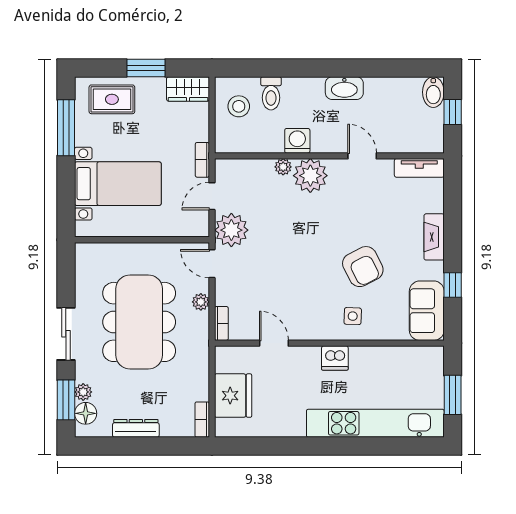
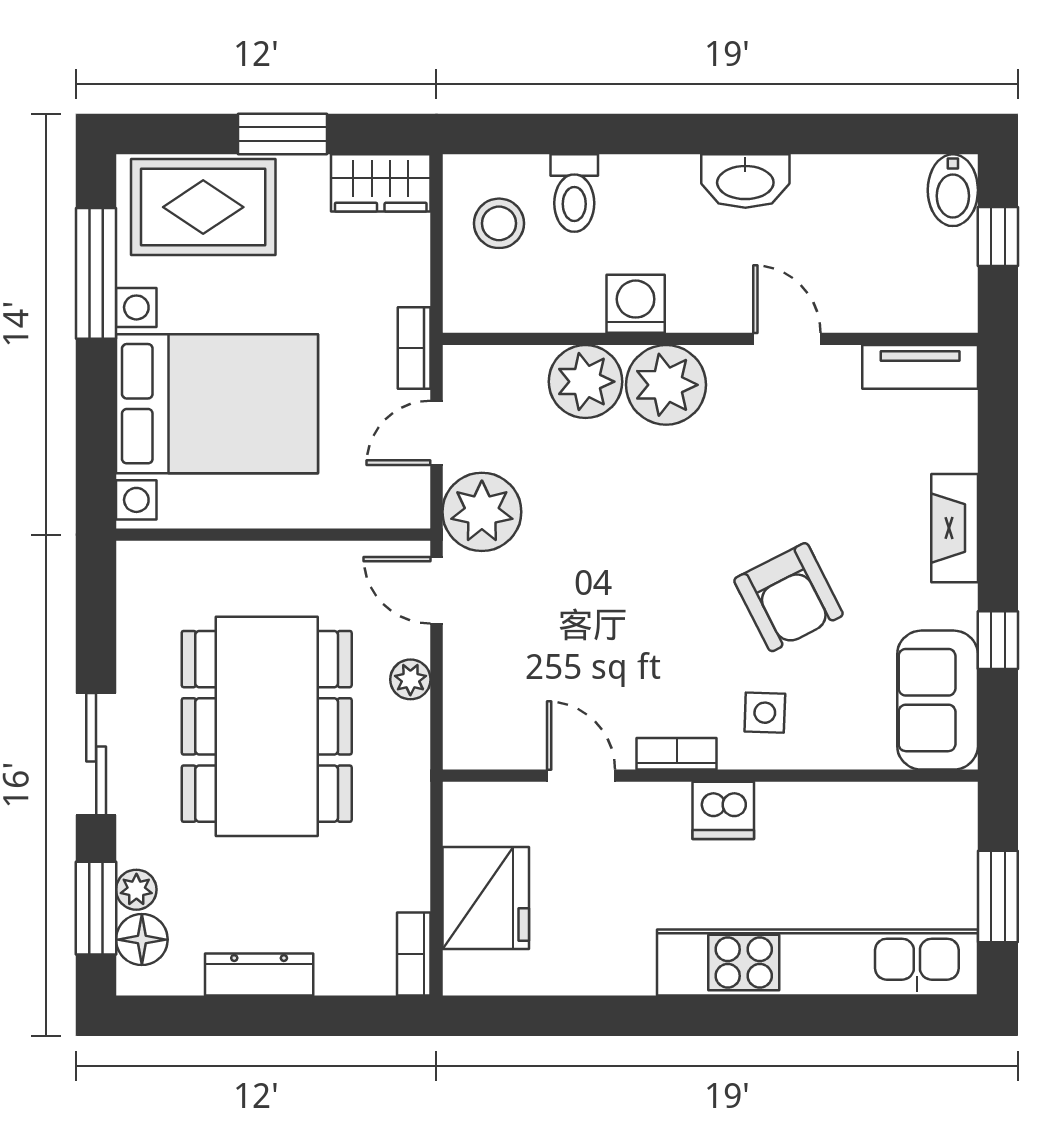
rug: (112, 99) -> (203, 207), width x1.36, depth x1.43
plant: (283, 167) -> (585, 382), width x1.88, depth x1.88
bed with nightstands: (118, 184) -> (217, 404), width x1.36
bookcase: (221, 323) -> (677, 754), moved, turned -90

